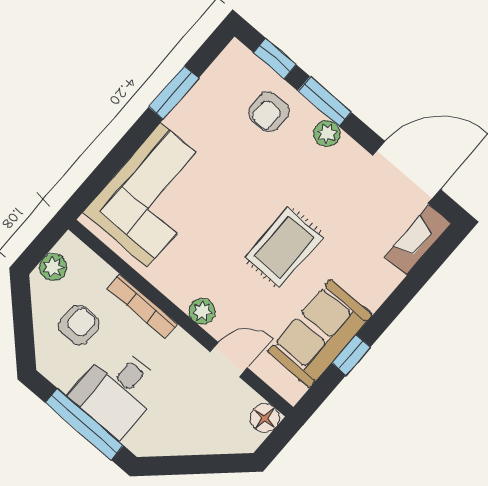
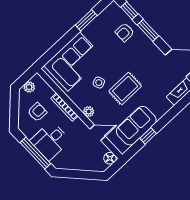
plant: (327, 134) -> (148, 44), removed
side table: (219, 239) -> (99, 83), added

